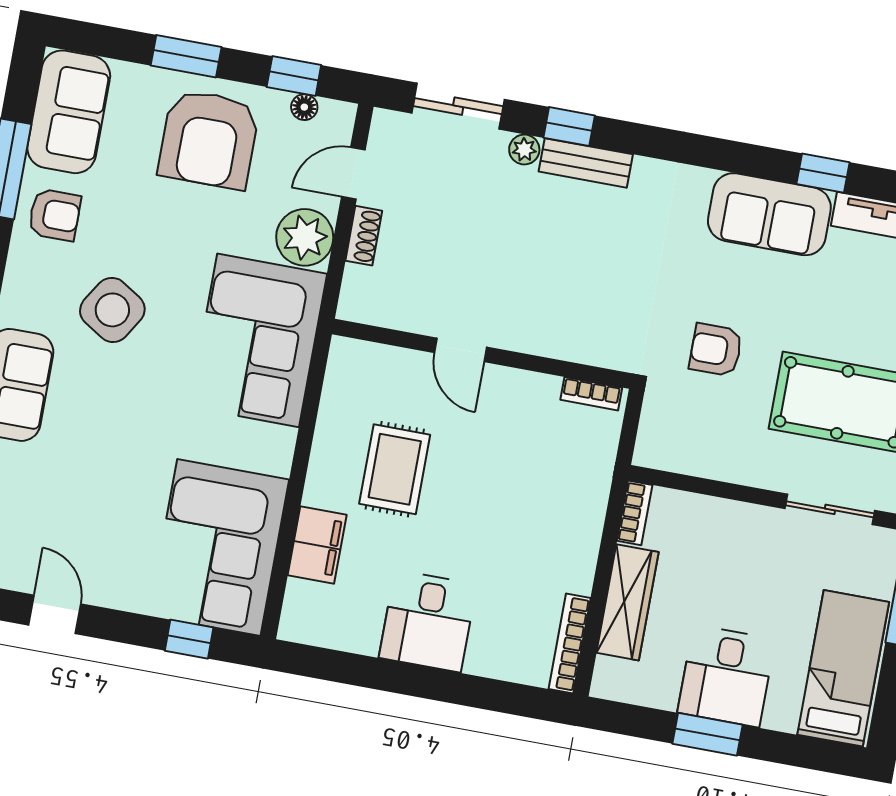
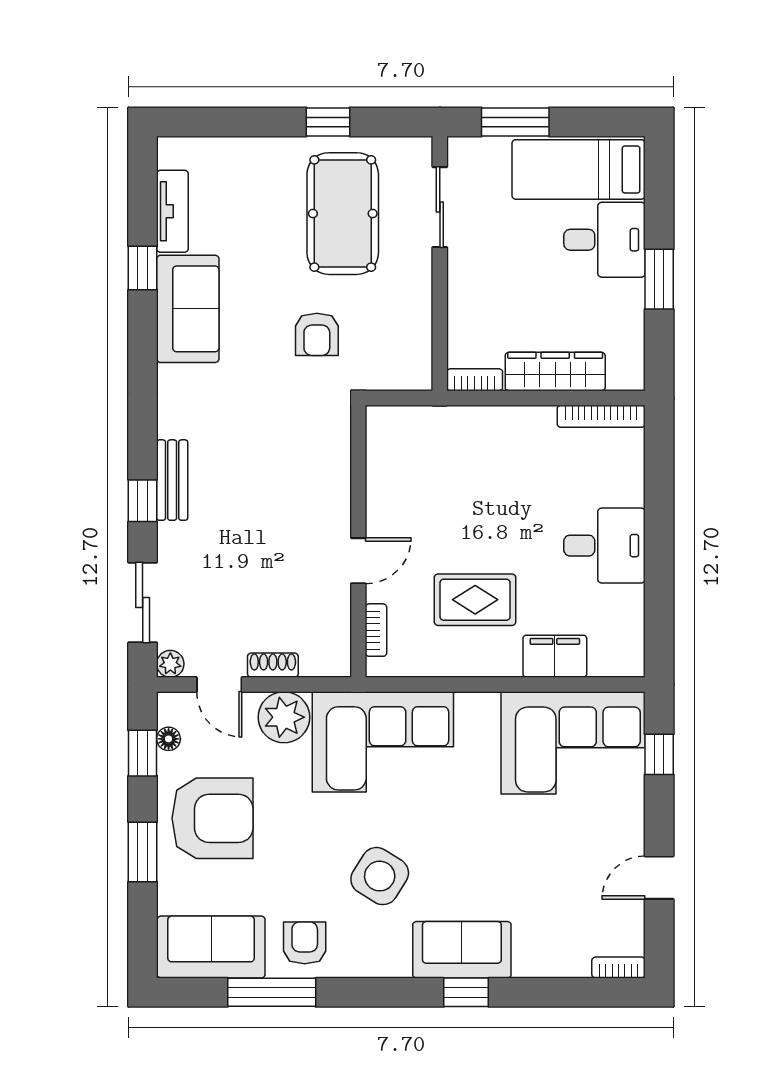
plant: (524, 150) -> (170, 664), moved
bookcase: (591, 394) -> (376, 630), moved
desk: (726, 676) -> (604, 240), moved

